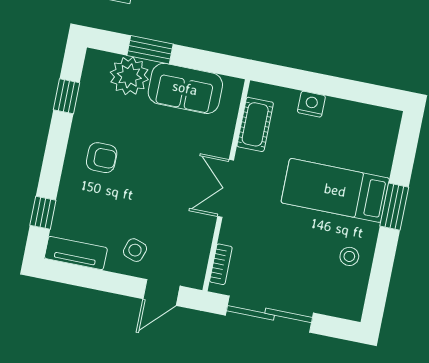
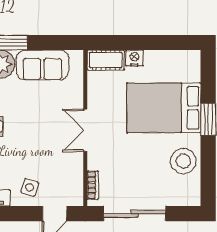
cot: (255, 124) -> (106, 60), moved, turned 90
bed: (335, 190) -> (164, 108), width x1.50
stool: (349, 256) -> (183, 161), width x1.89, depth x1.89

